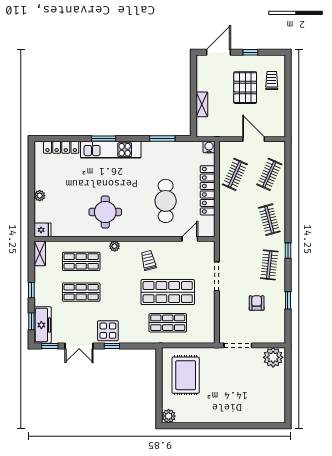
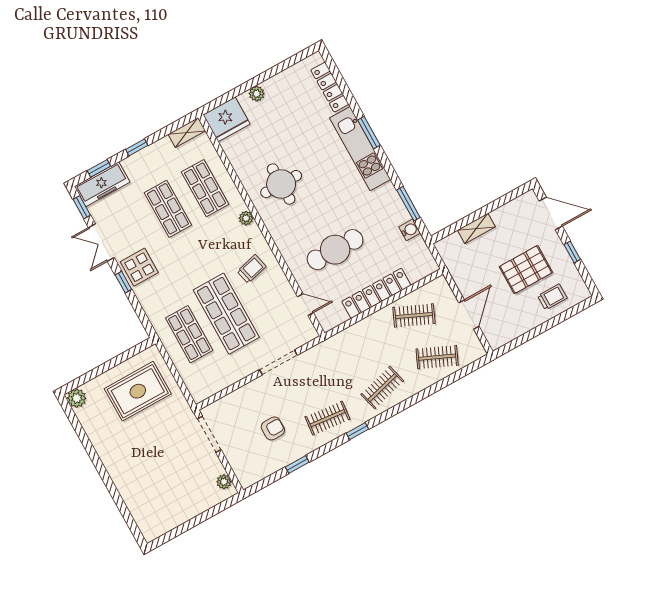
water cooler: (209, 147) -> (410, 230), moved
fridge: (42, 230) -> (227, 119), width x1.88, depth x1.34
plant: (273, 357) -> (224, 482), width x0.53, depth x0.53

